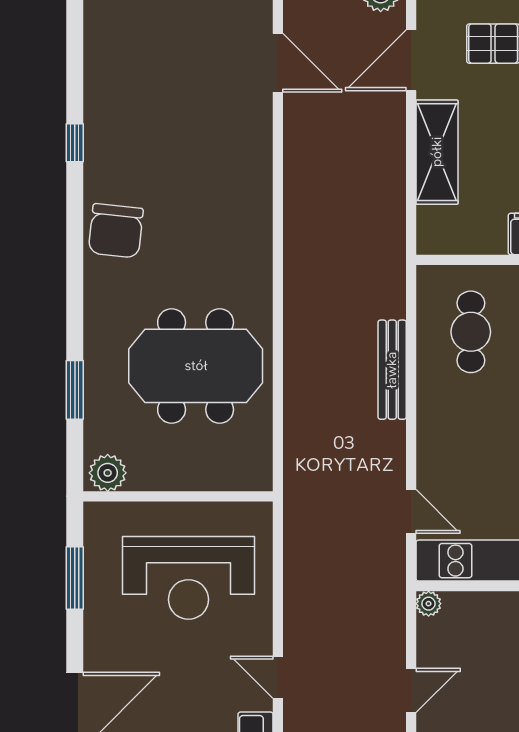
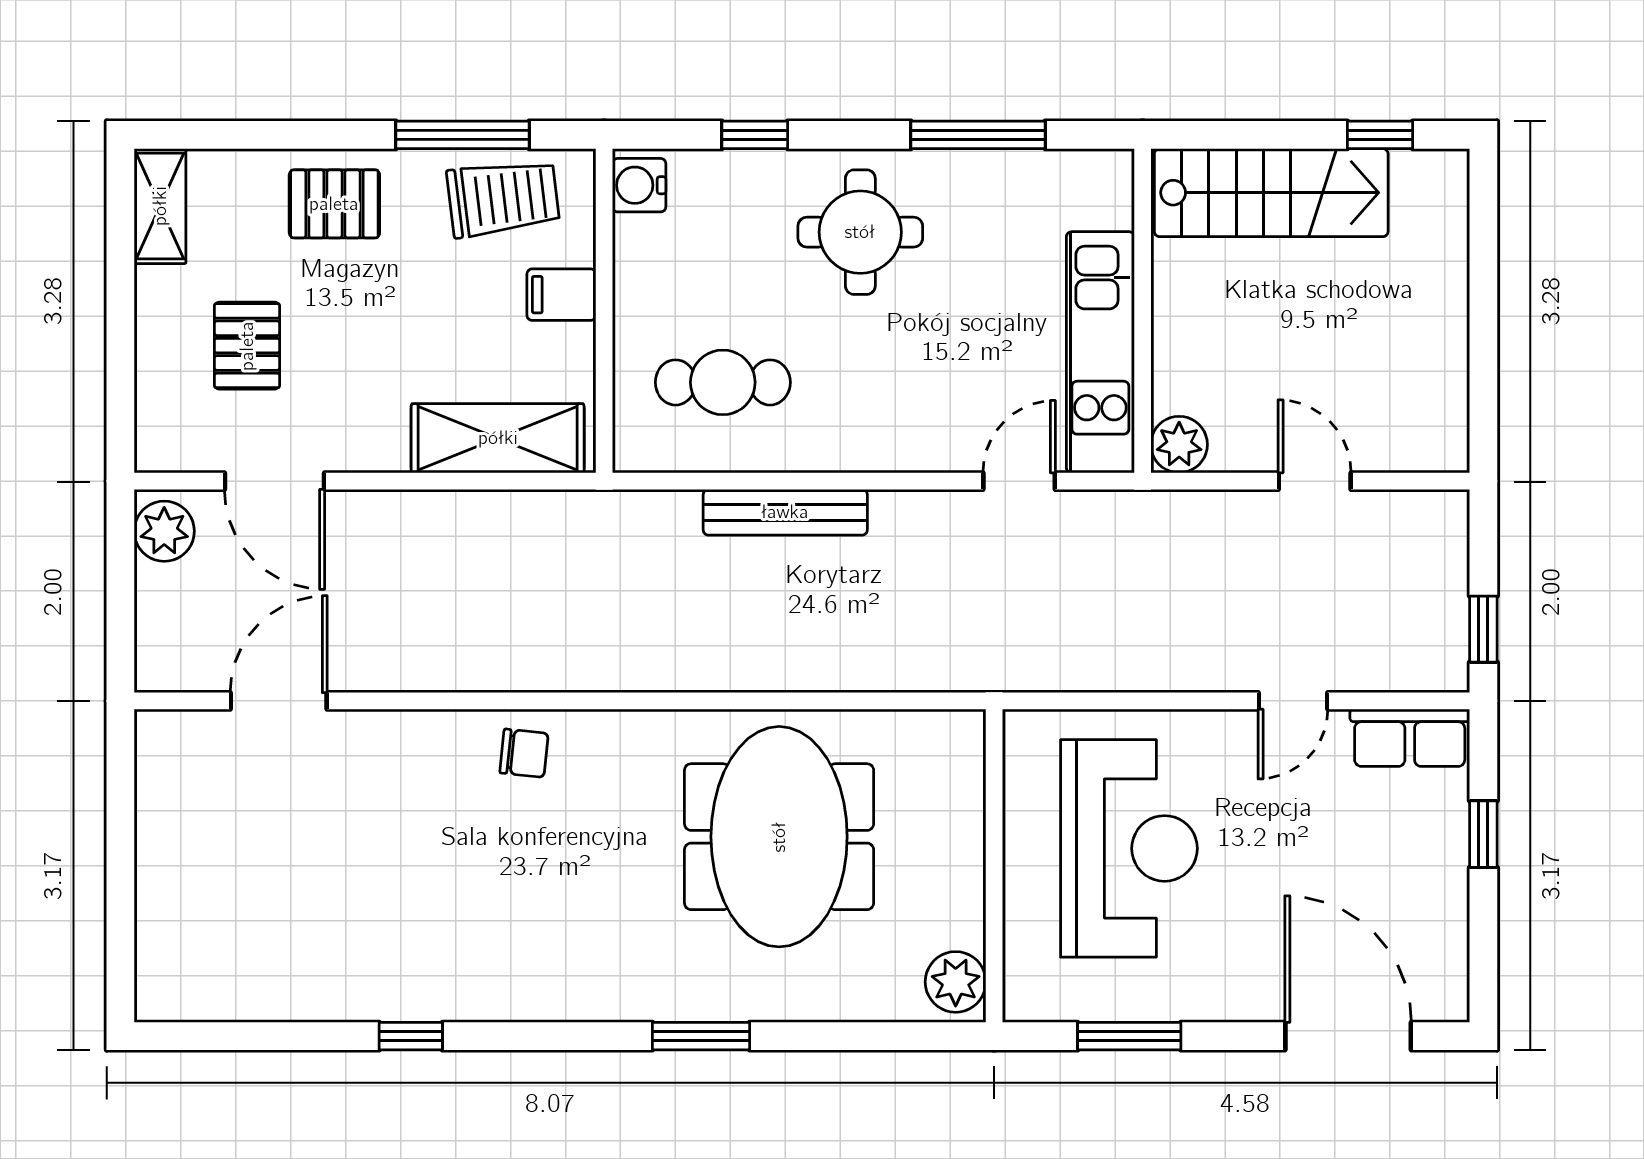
shelving: (437, 152) -> (498, 438), moved
chair: (116, 231) -> (524, 753), moved, width x0.54, depth x0.54
window: (75, 390) -> (701, 1036), moved
plant: (429, 604) -> (1179, 445), width x1.38, depth x1.38

